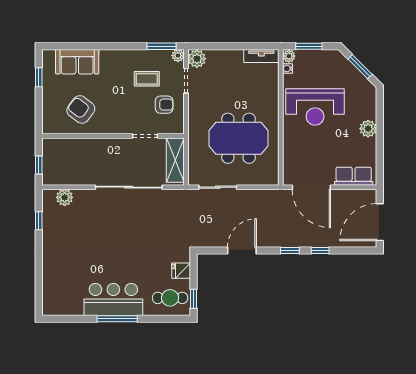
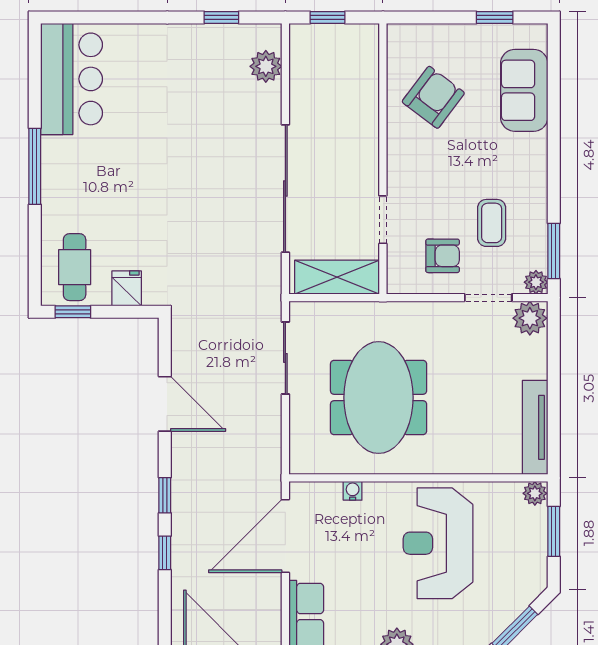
tv unit: (261, 56) -> (535, 427), width x1.41
water cooler: (288, 69) -> (353, 491), moved
armchair: (164, 105) -> (443, 256), turned -90
bar counter: (113, 299) -> (72, 79), moved

